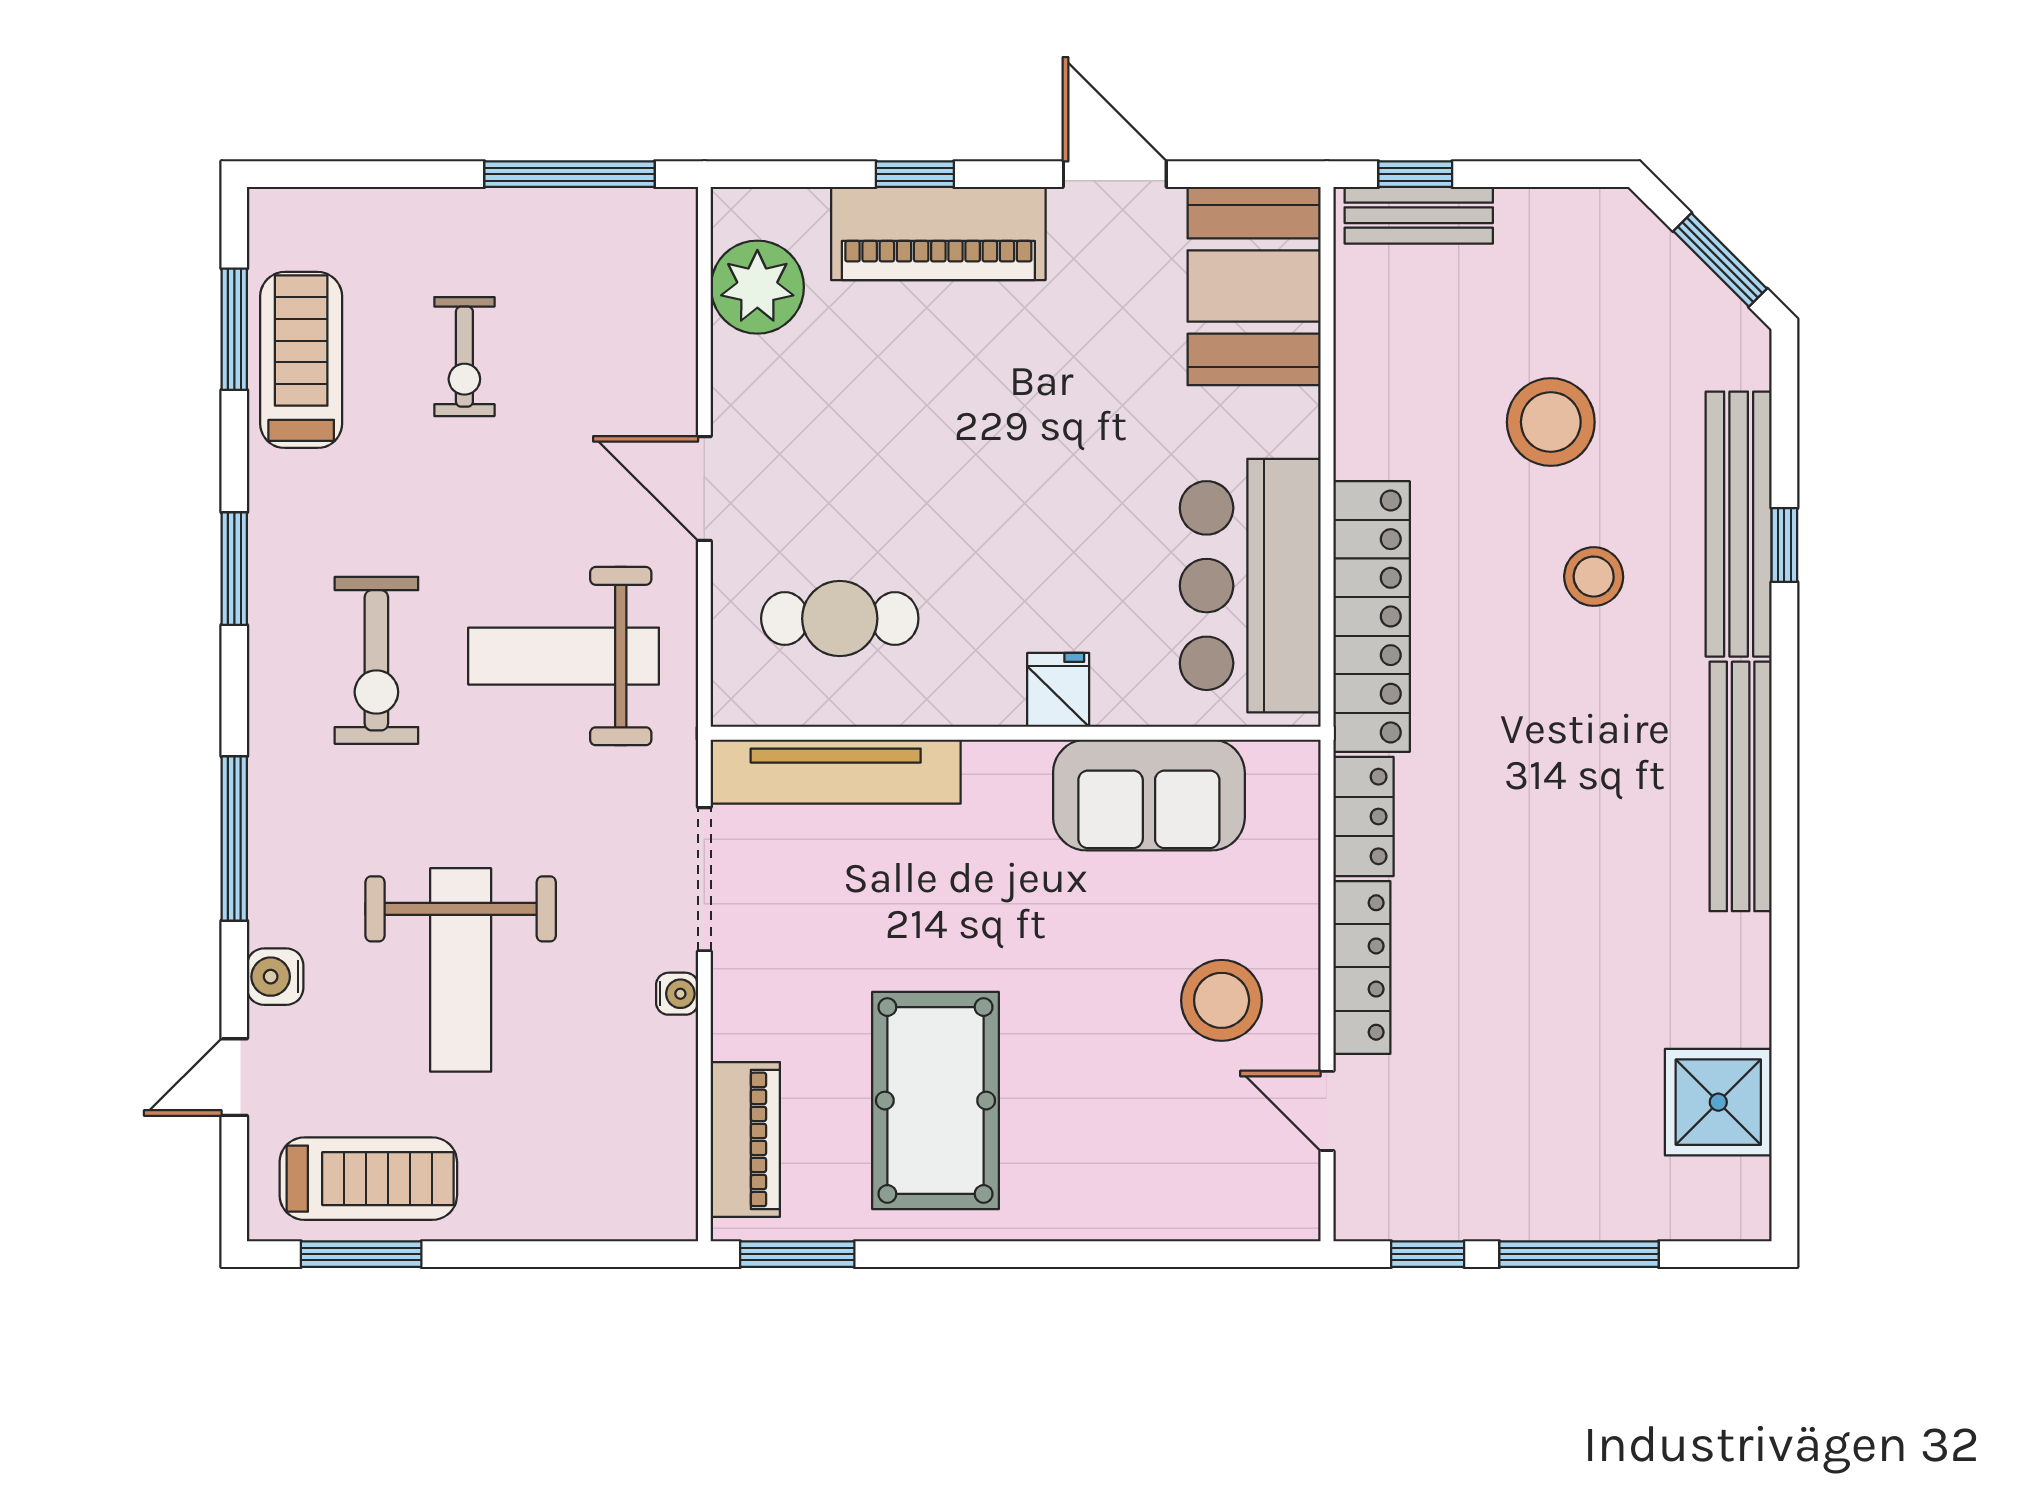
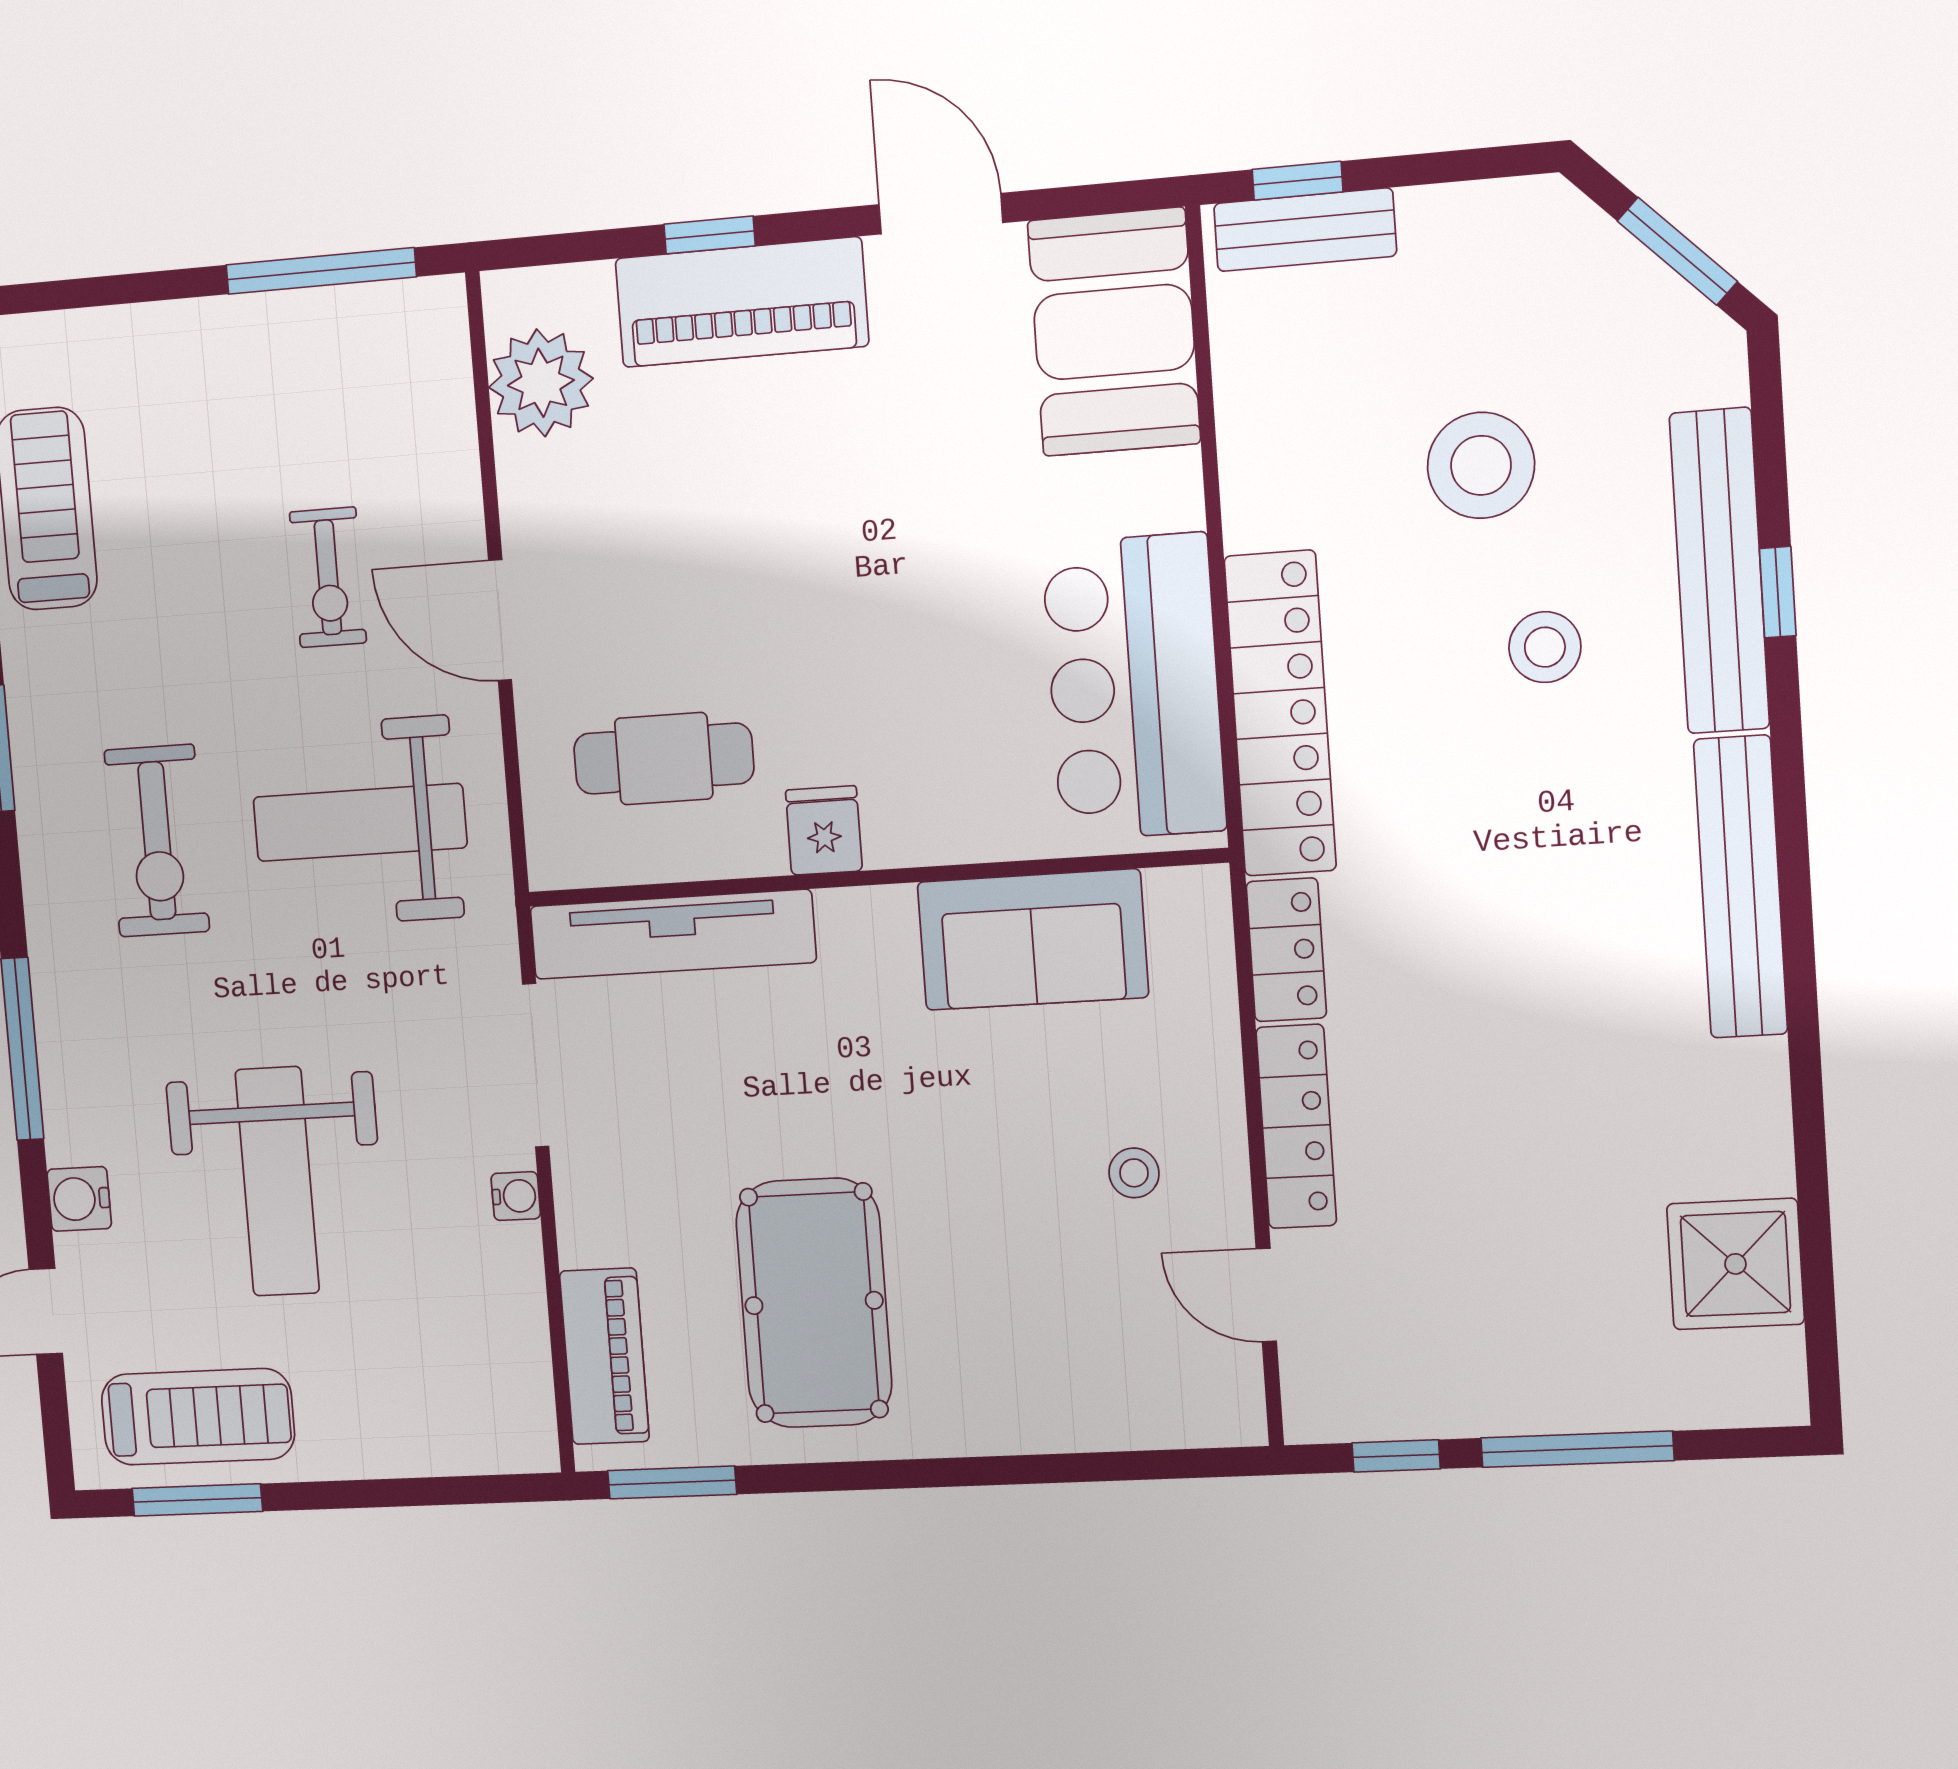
exercise bike: (464, 357) -> (328, 577), moved
fridge: (1058, 690) -> (824, 830), moved
stool: (1222, 1000) -> (1134, 1173), width x0.53, depth x0.53

